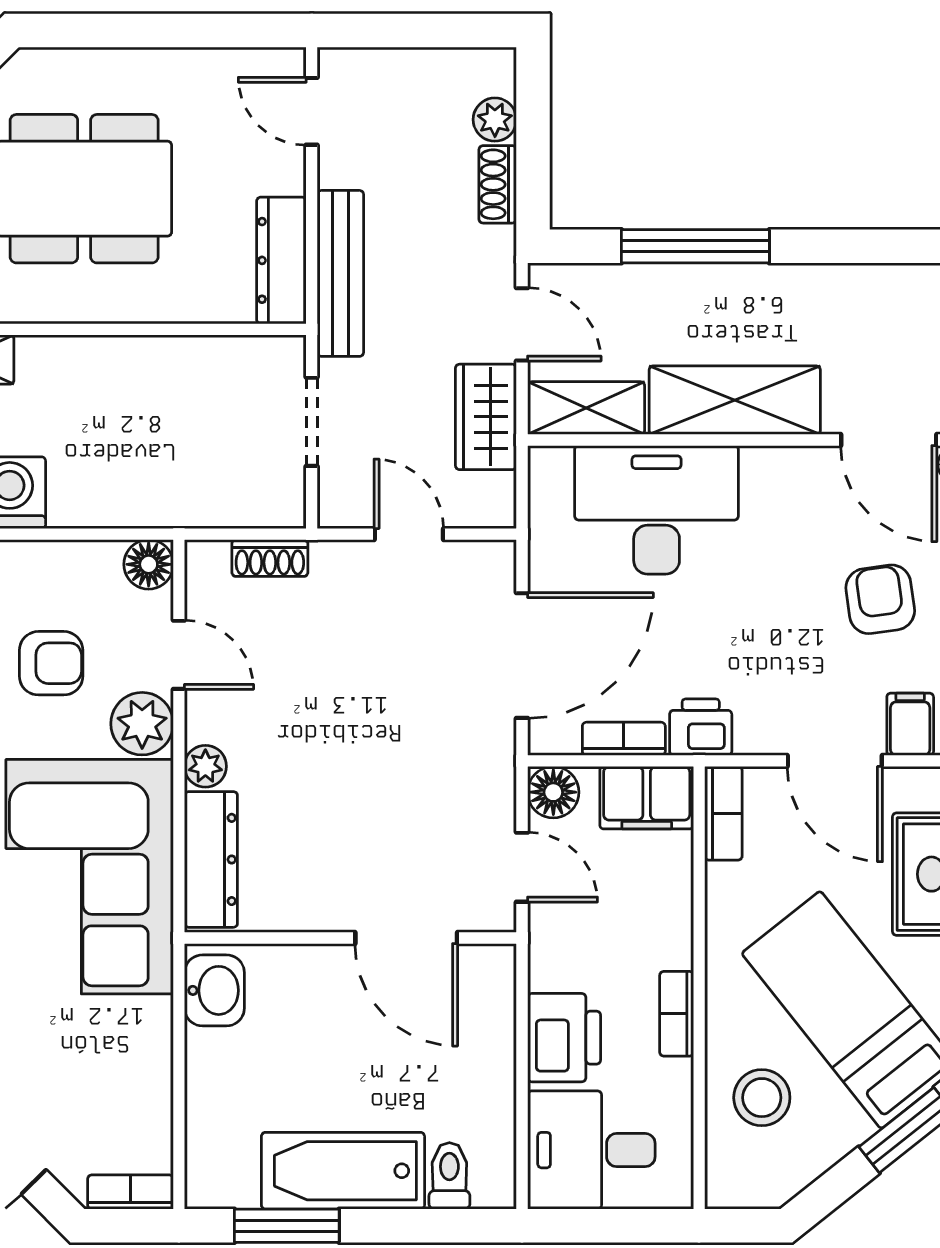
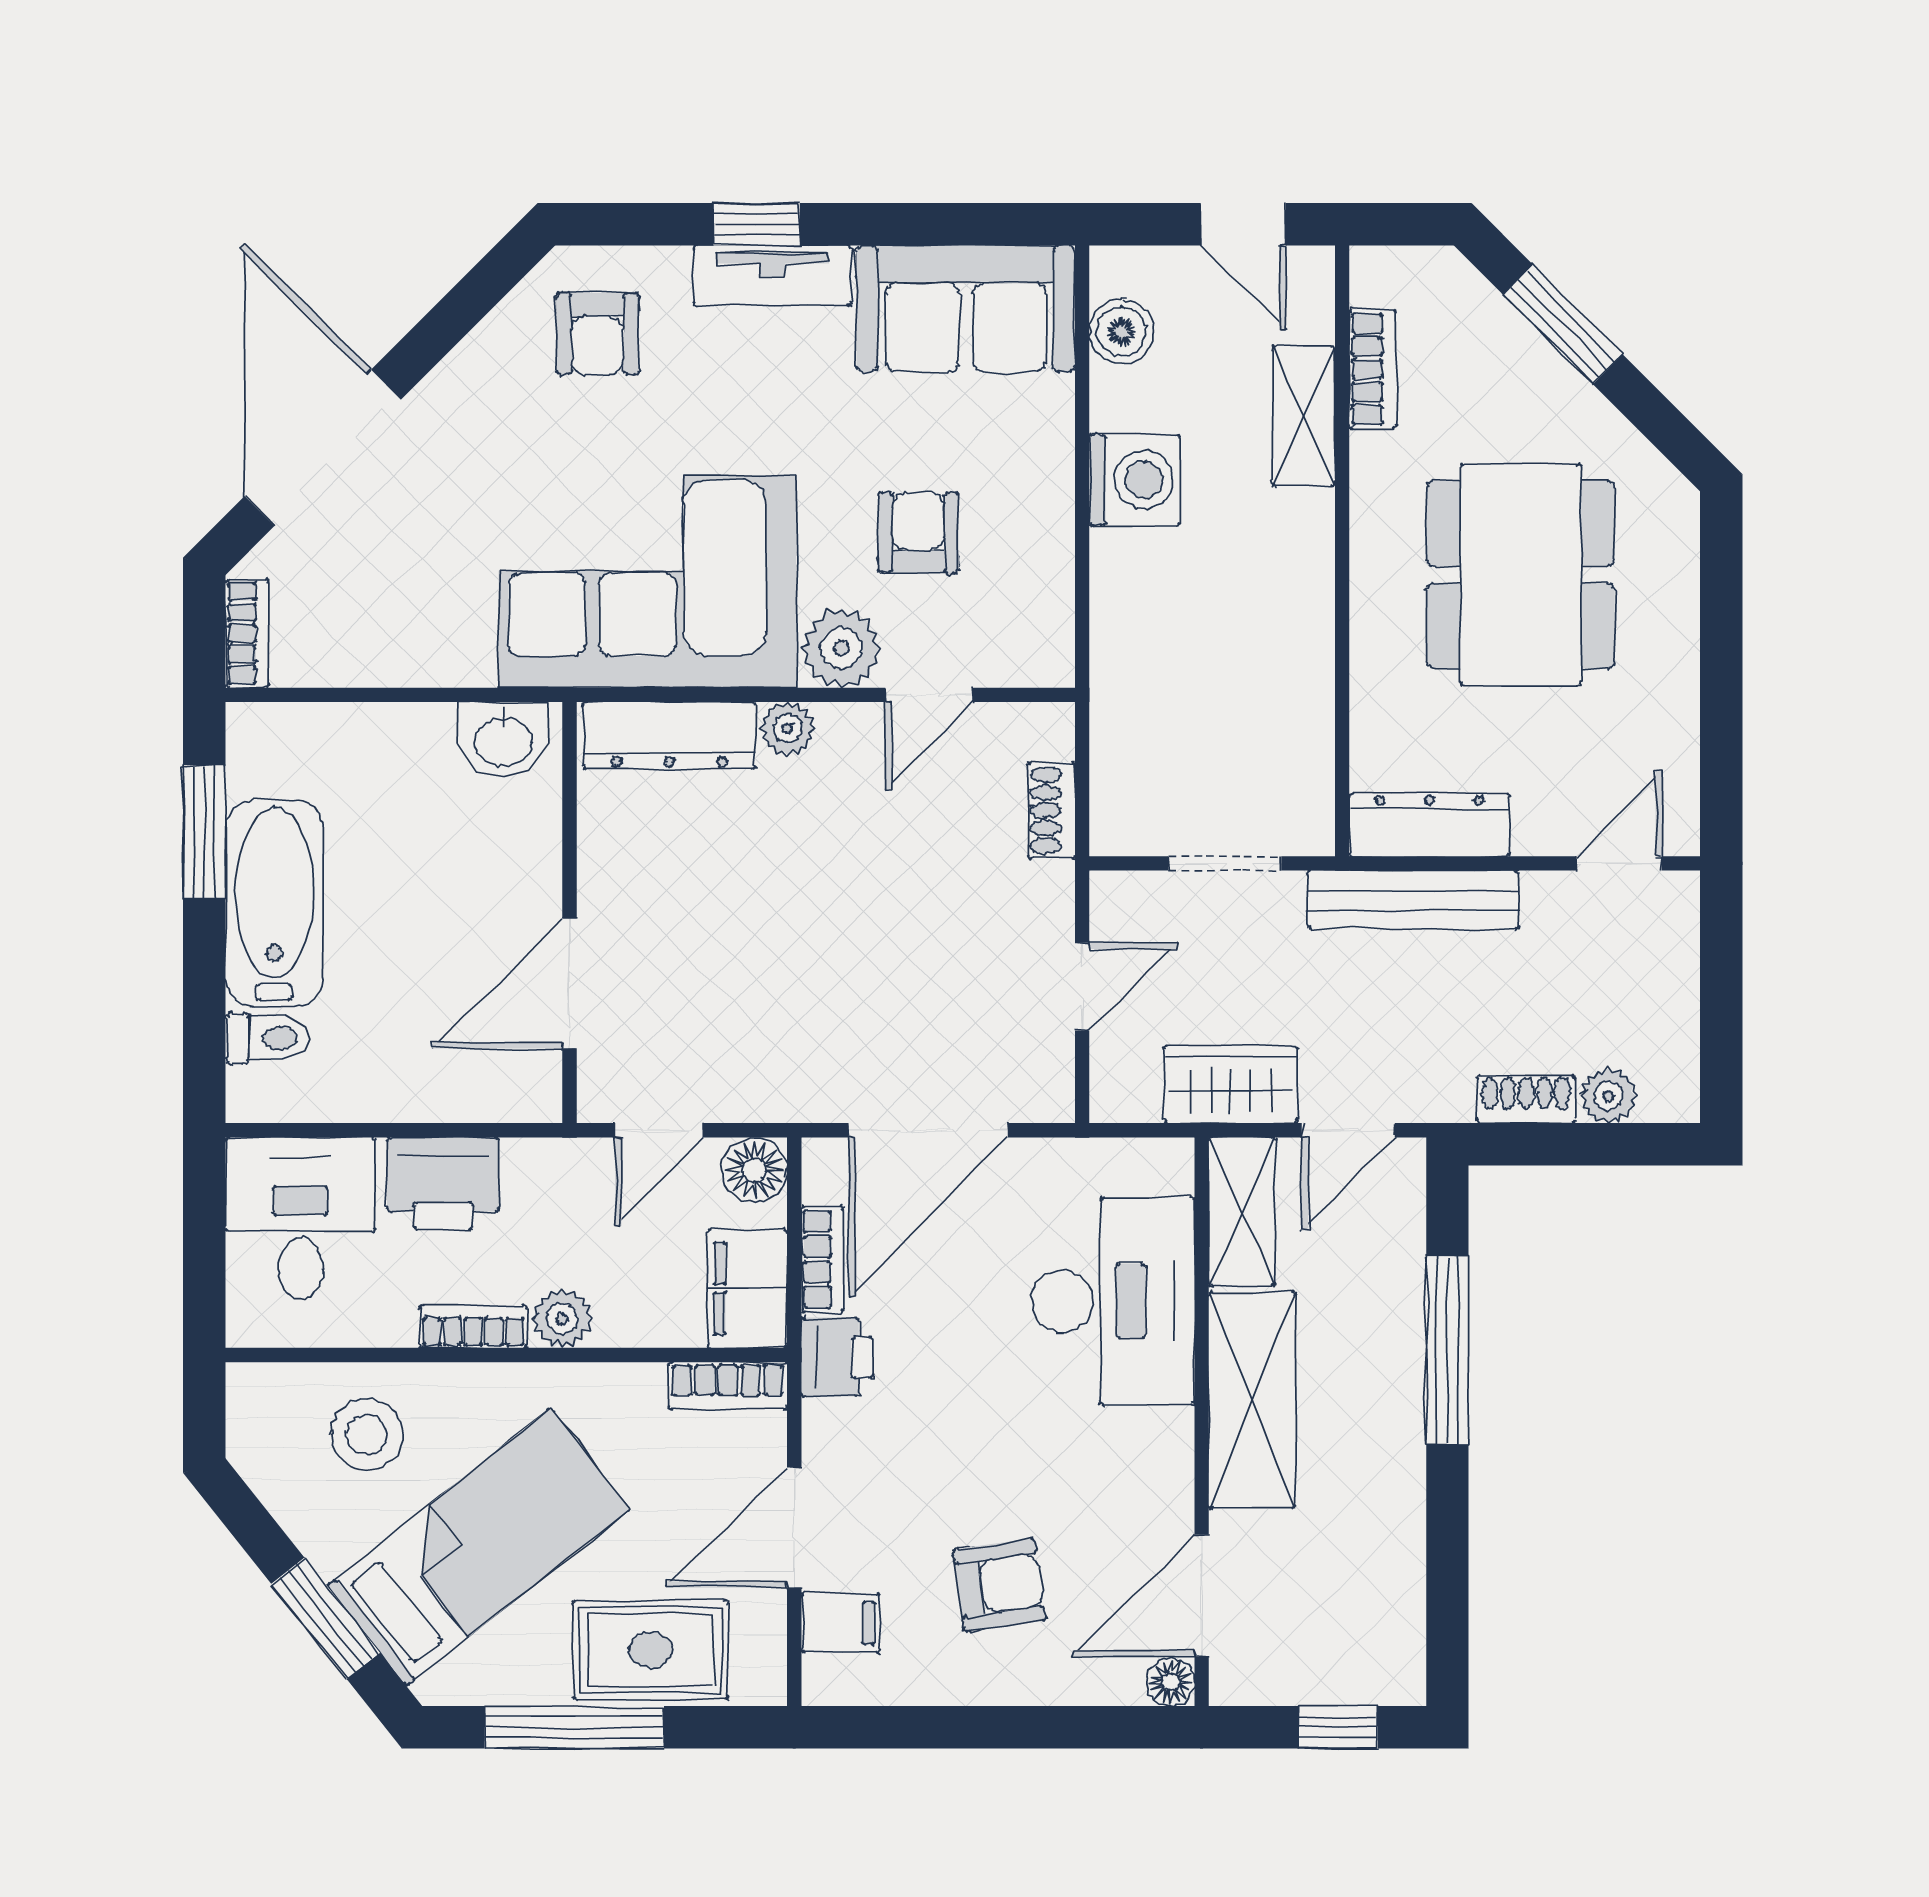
floor lamp: (149, 564) -> (1044, 656), removed
door: (522, 656) -> (928, 1130), hinge flipped
armchair: (51, 663) -> (918, 533), turned 180
plant: (670, 944) -> (562, 1319), added

